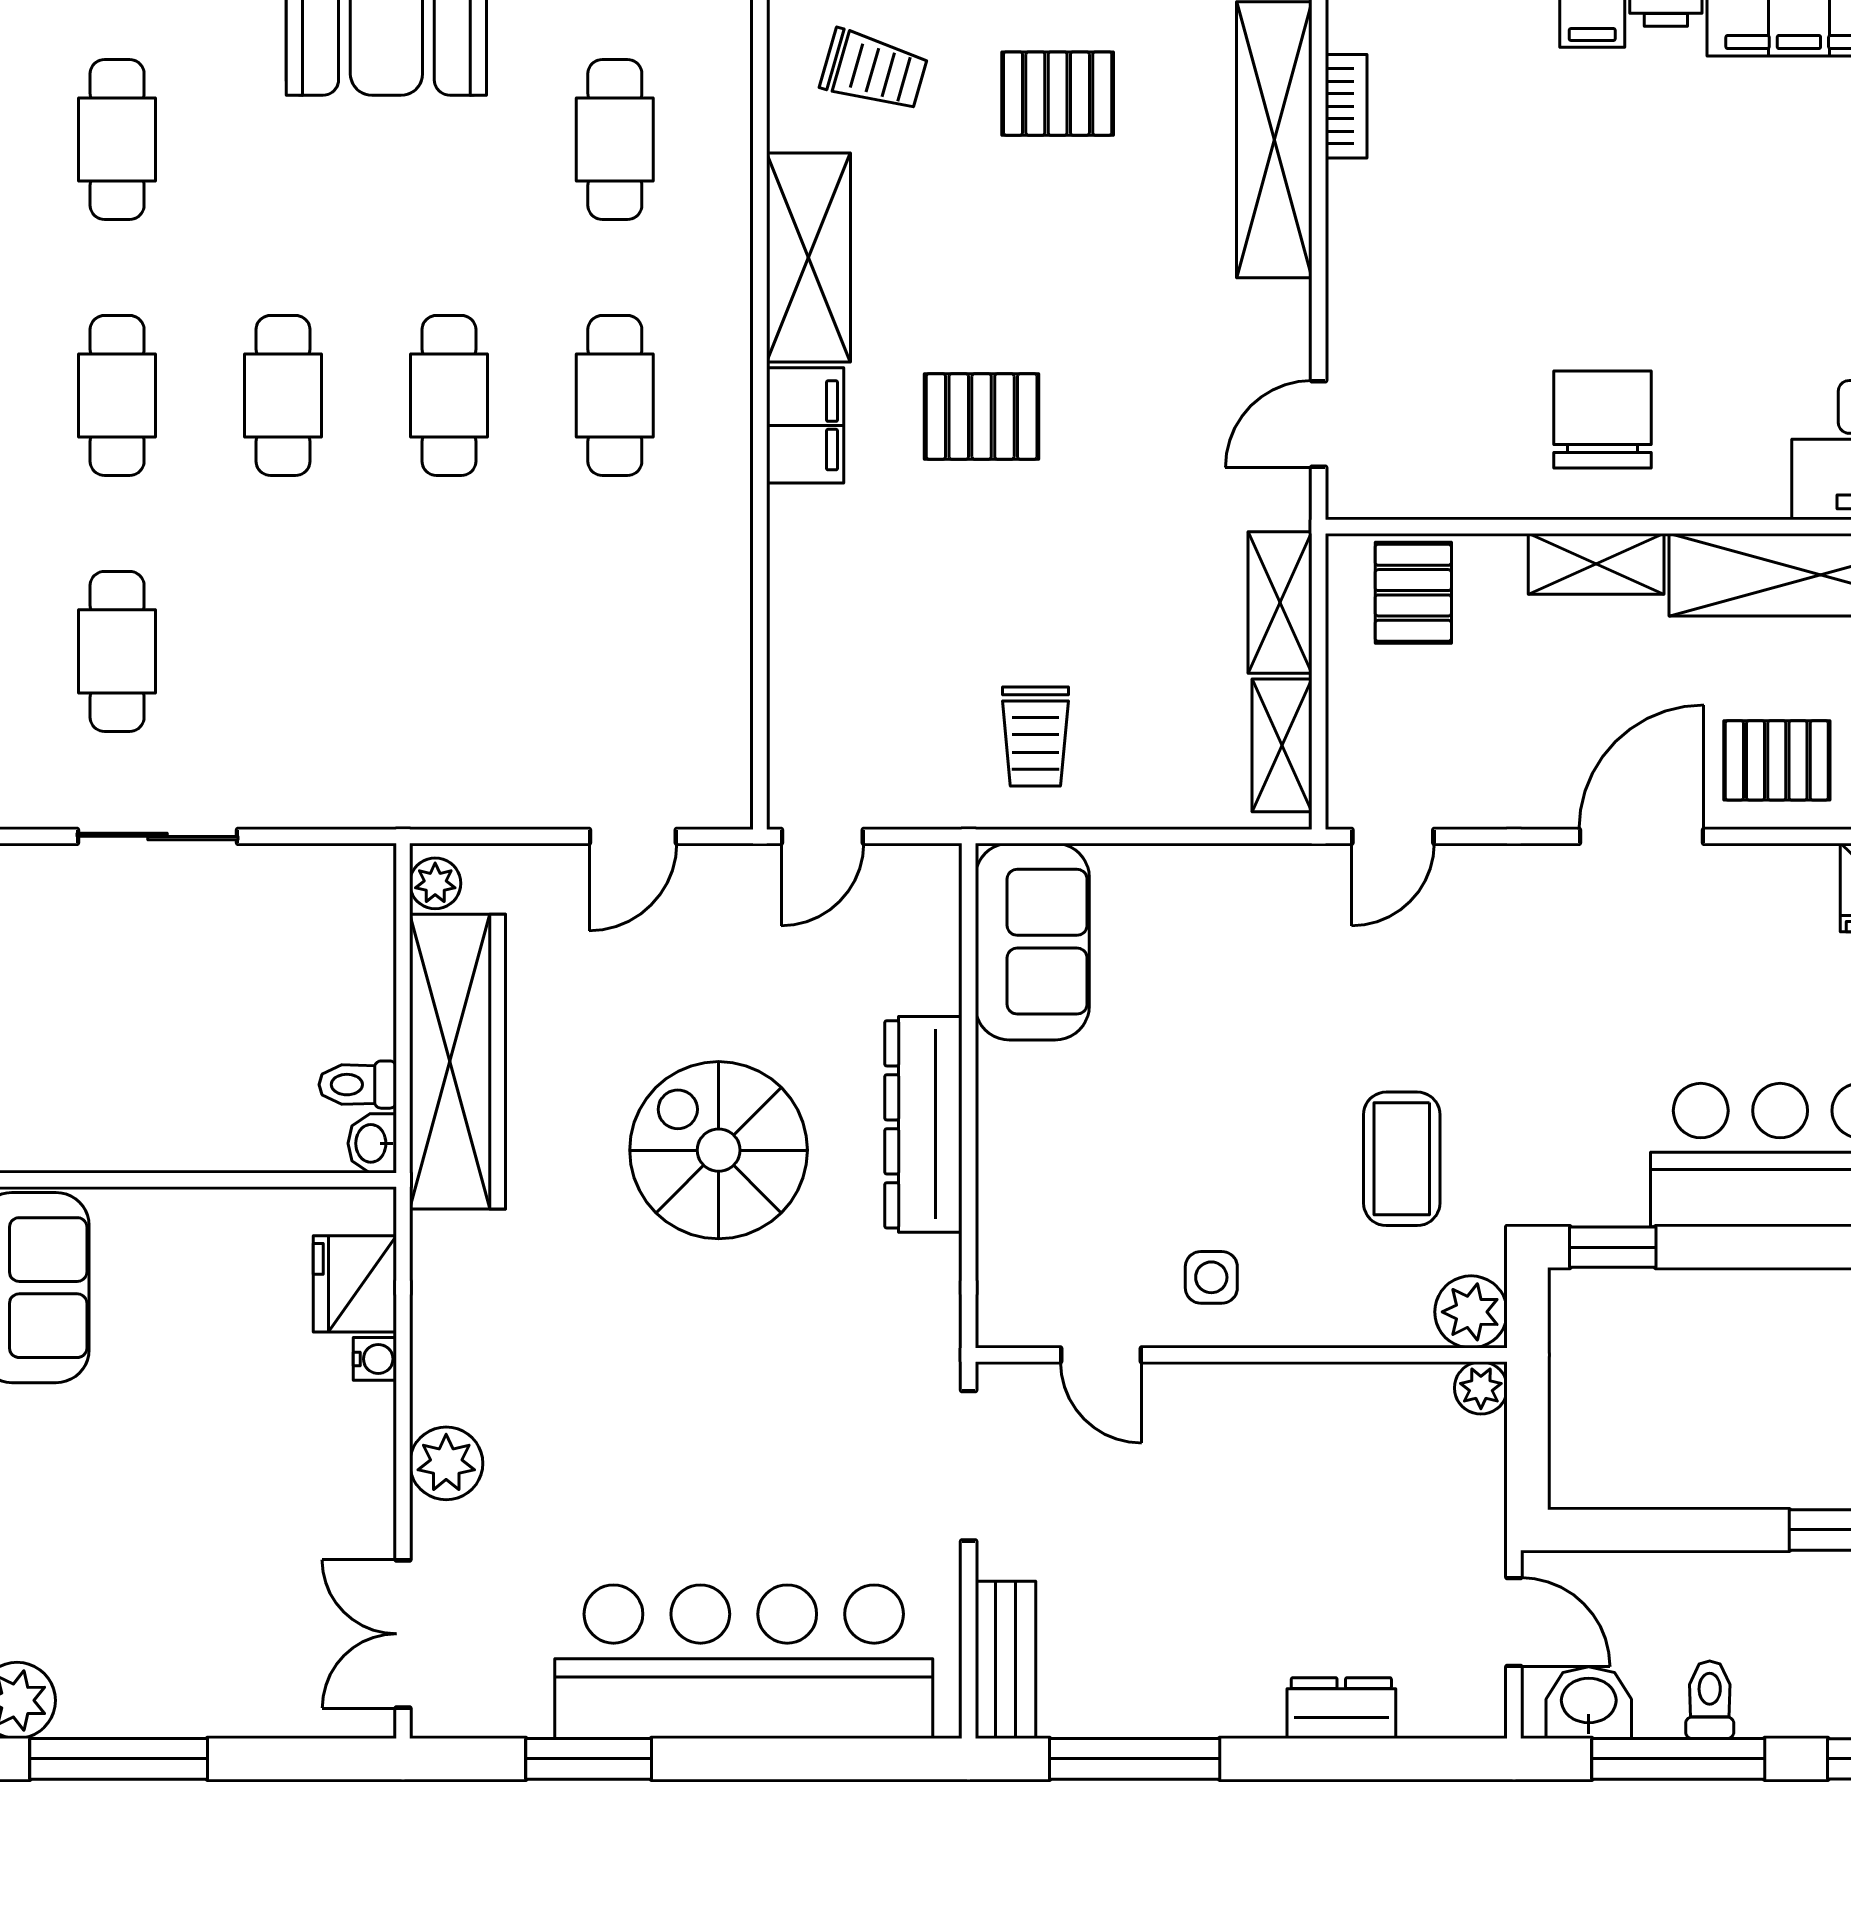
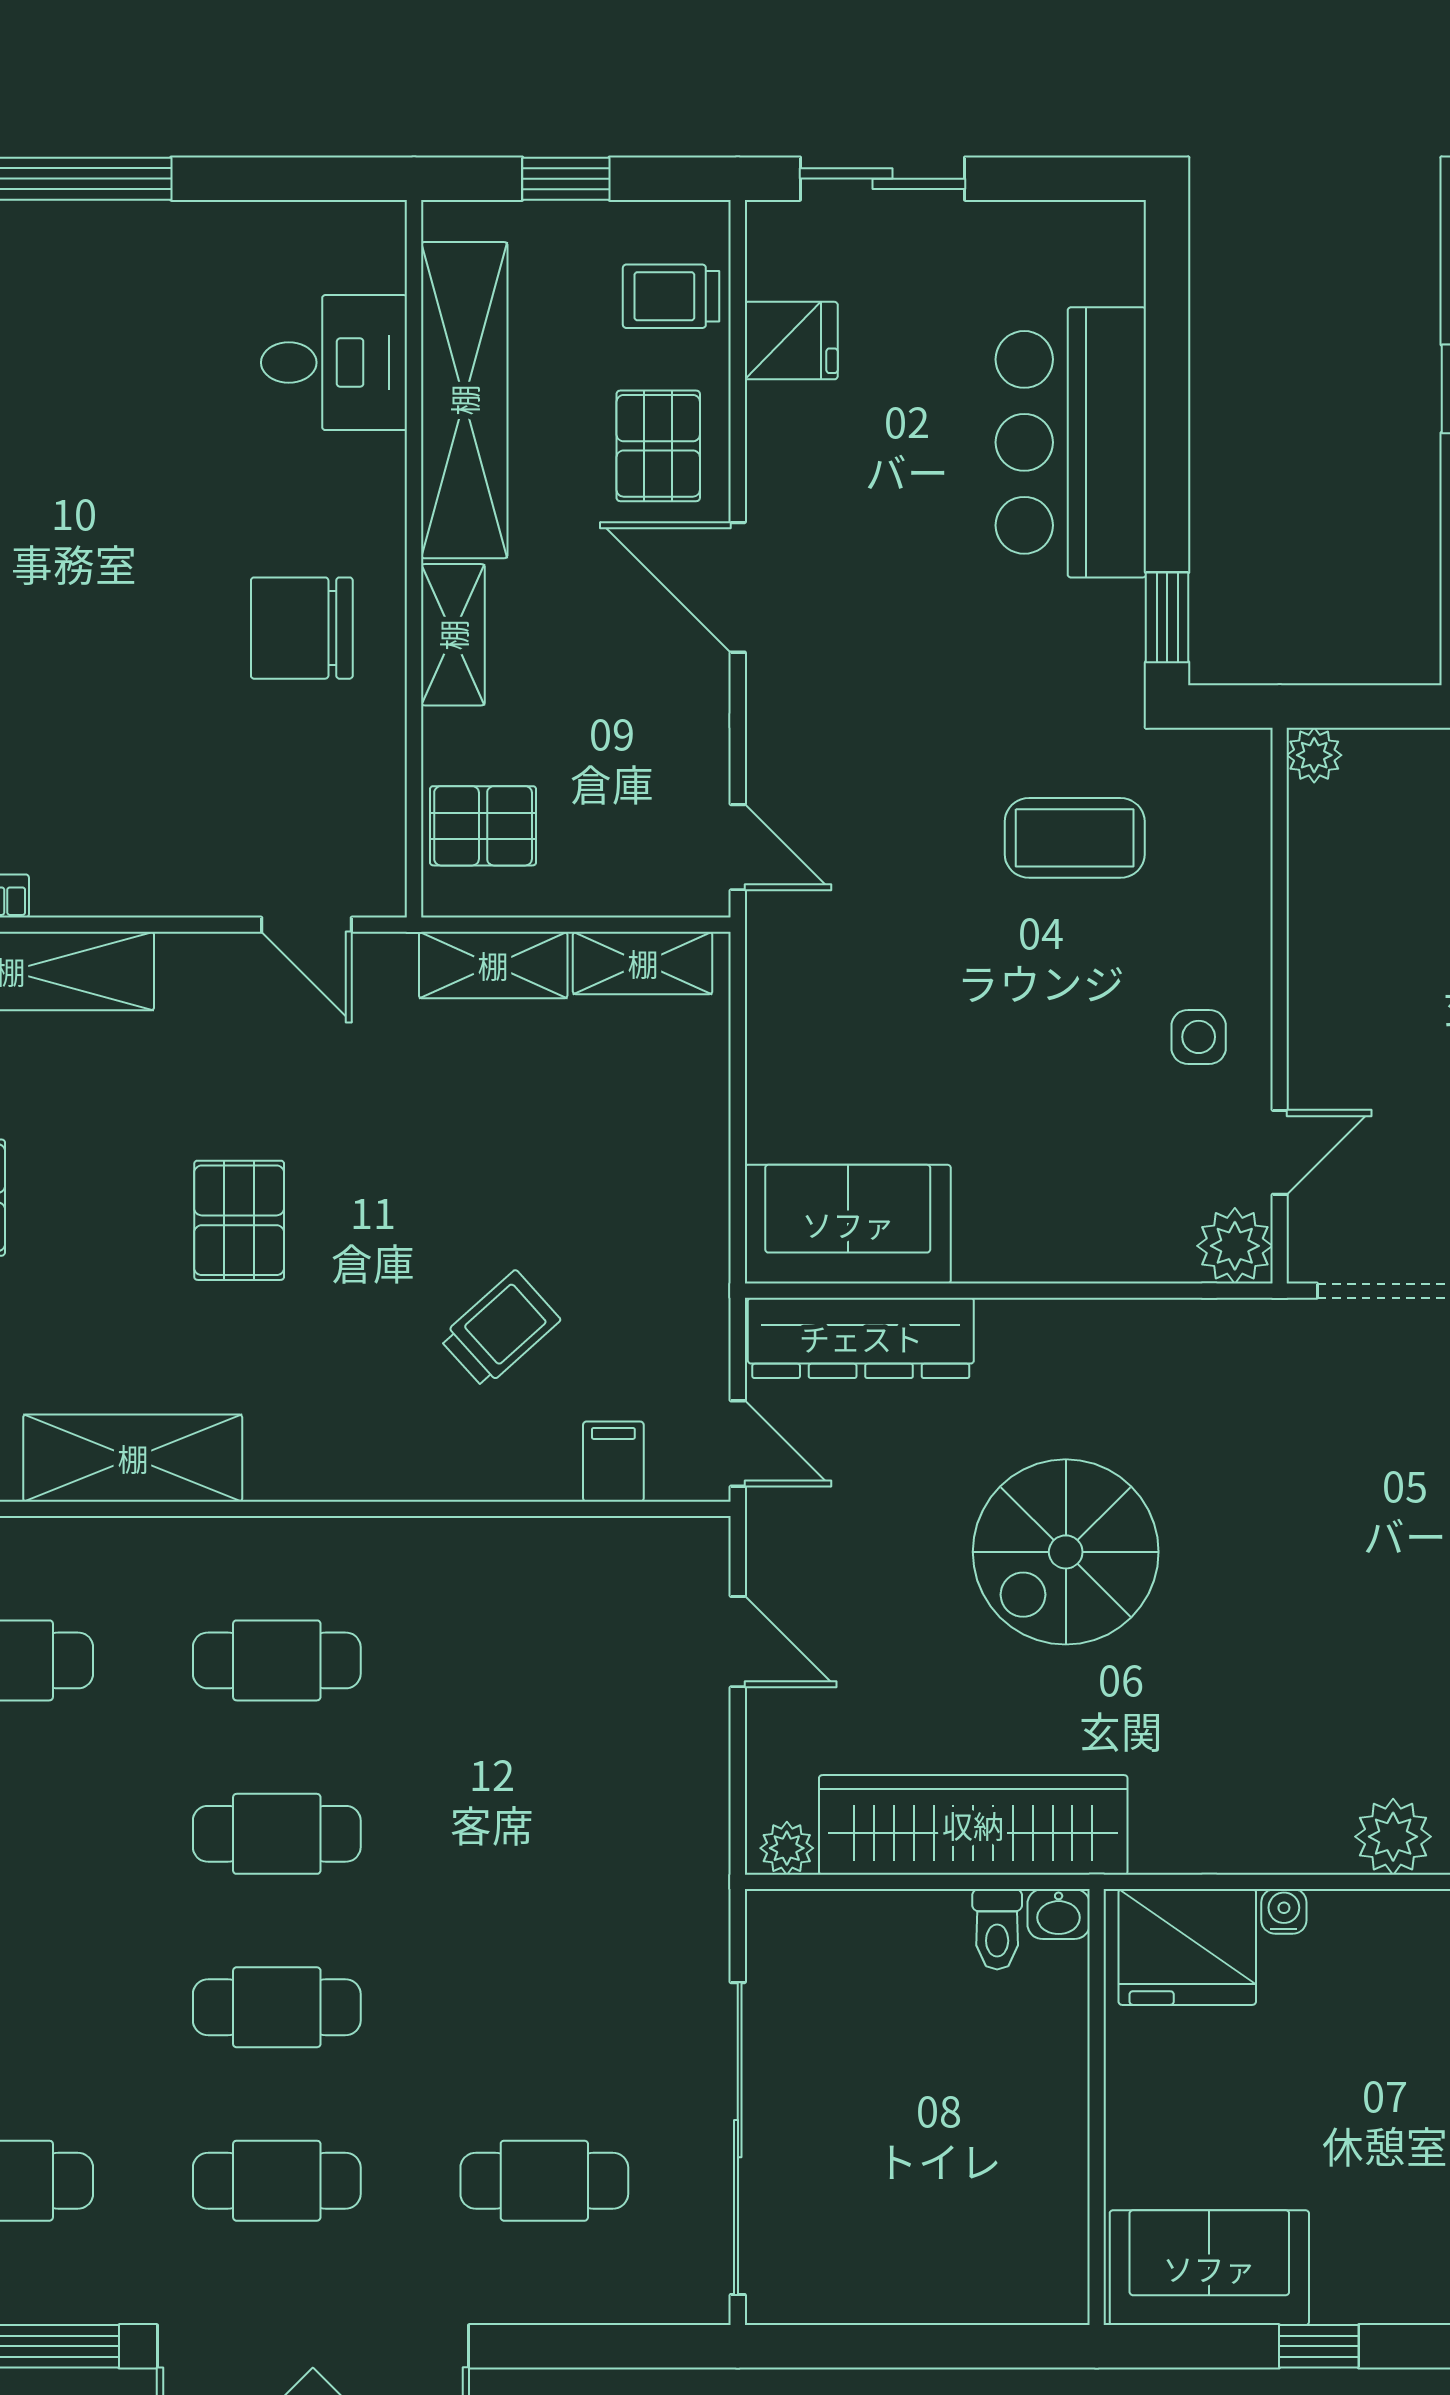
pallet: (982, 416) -> (239, 1220), moved
filing cabinet: (805, 425) -> (613, 1462), moved, width x0.50
trolley: (1035, 737) -> (500, 1329), moved, turned -42
sliding door: (157, 836) -> (738, 2139), width x1.86
dresser: (923, 1124) -> (861, 1338), moved
fridge: (355, 1284) -> (1187, 1947), width x1.36, depth x1.34
plant: (1471, 1312) -> (1235, 1246), moved

